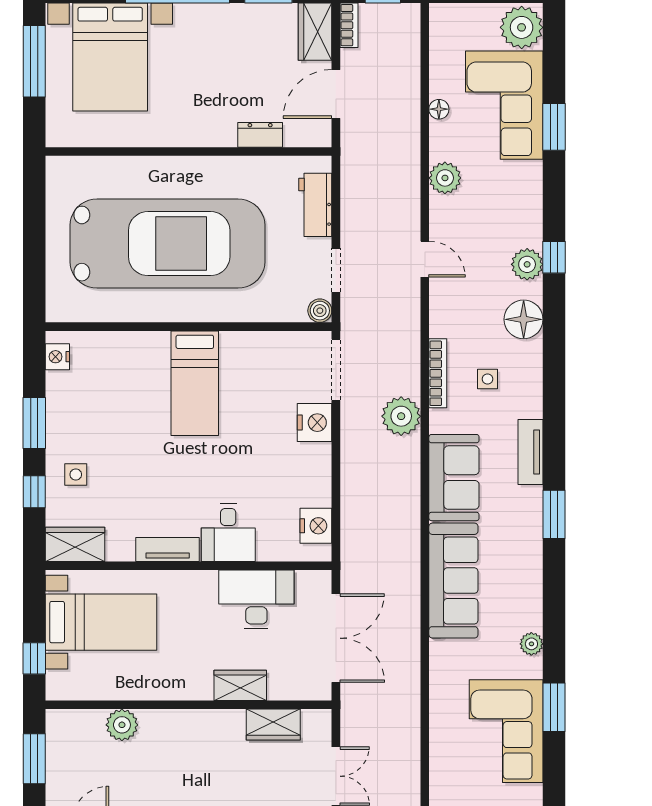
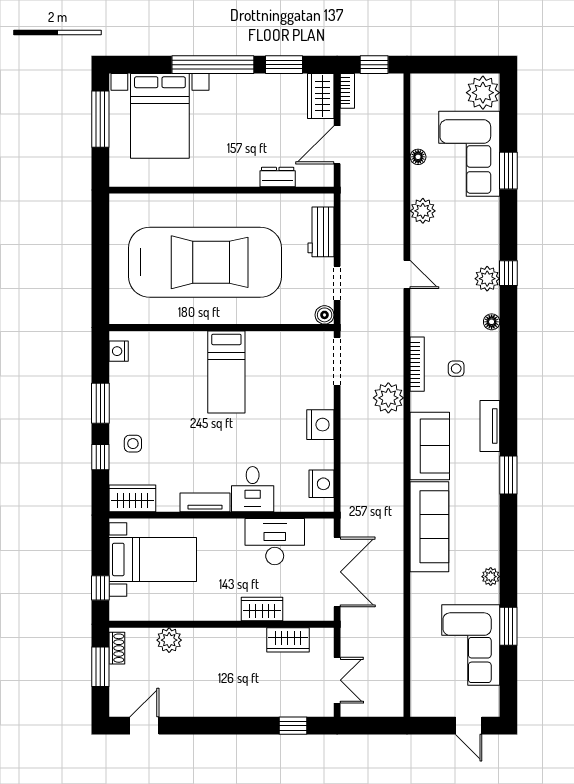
floor lamp: (524, 319) -> (492, 322), width x0.53, depth x0.53
nightstand: (315, 423) -> (320, 425), moved
shoe rack: (55, 735) -> (117, 648), added

